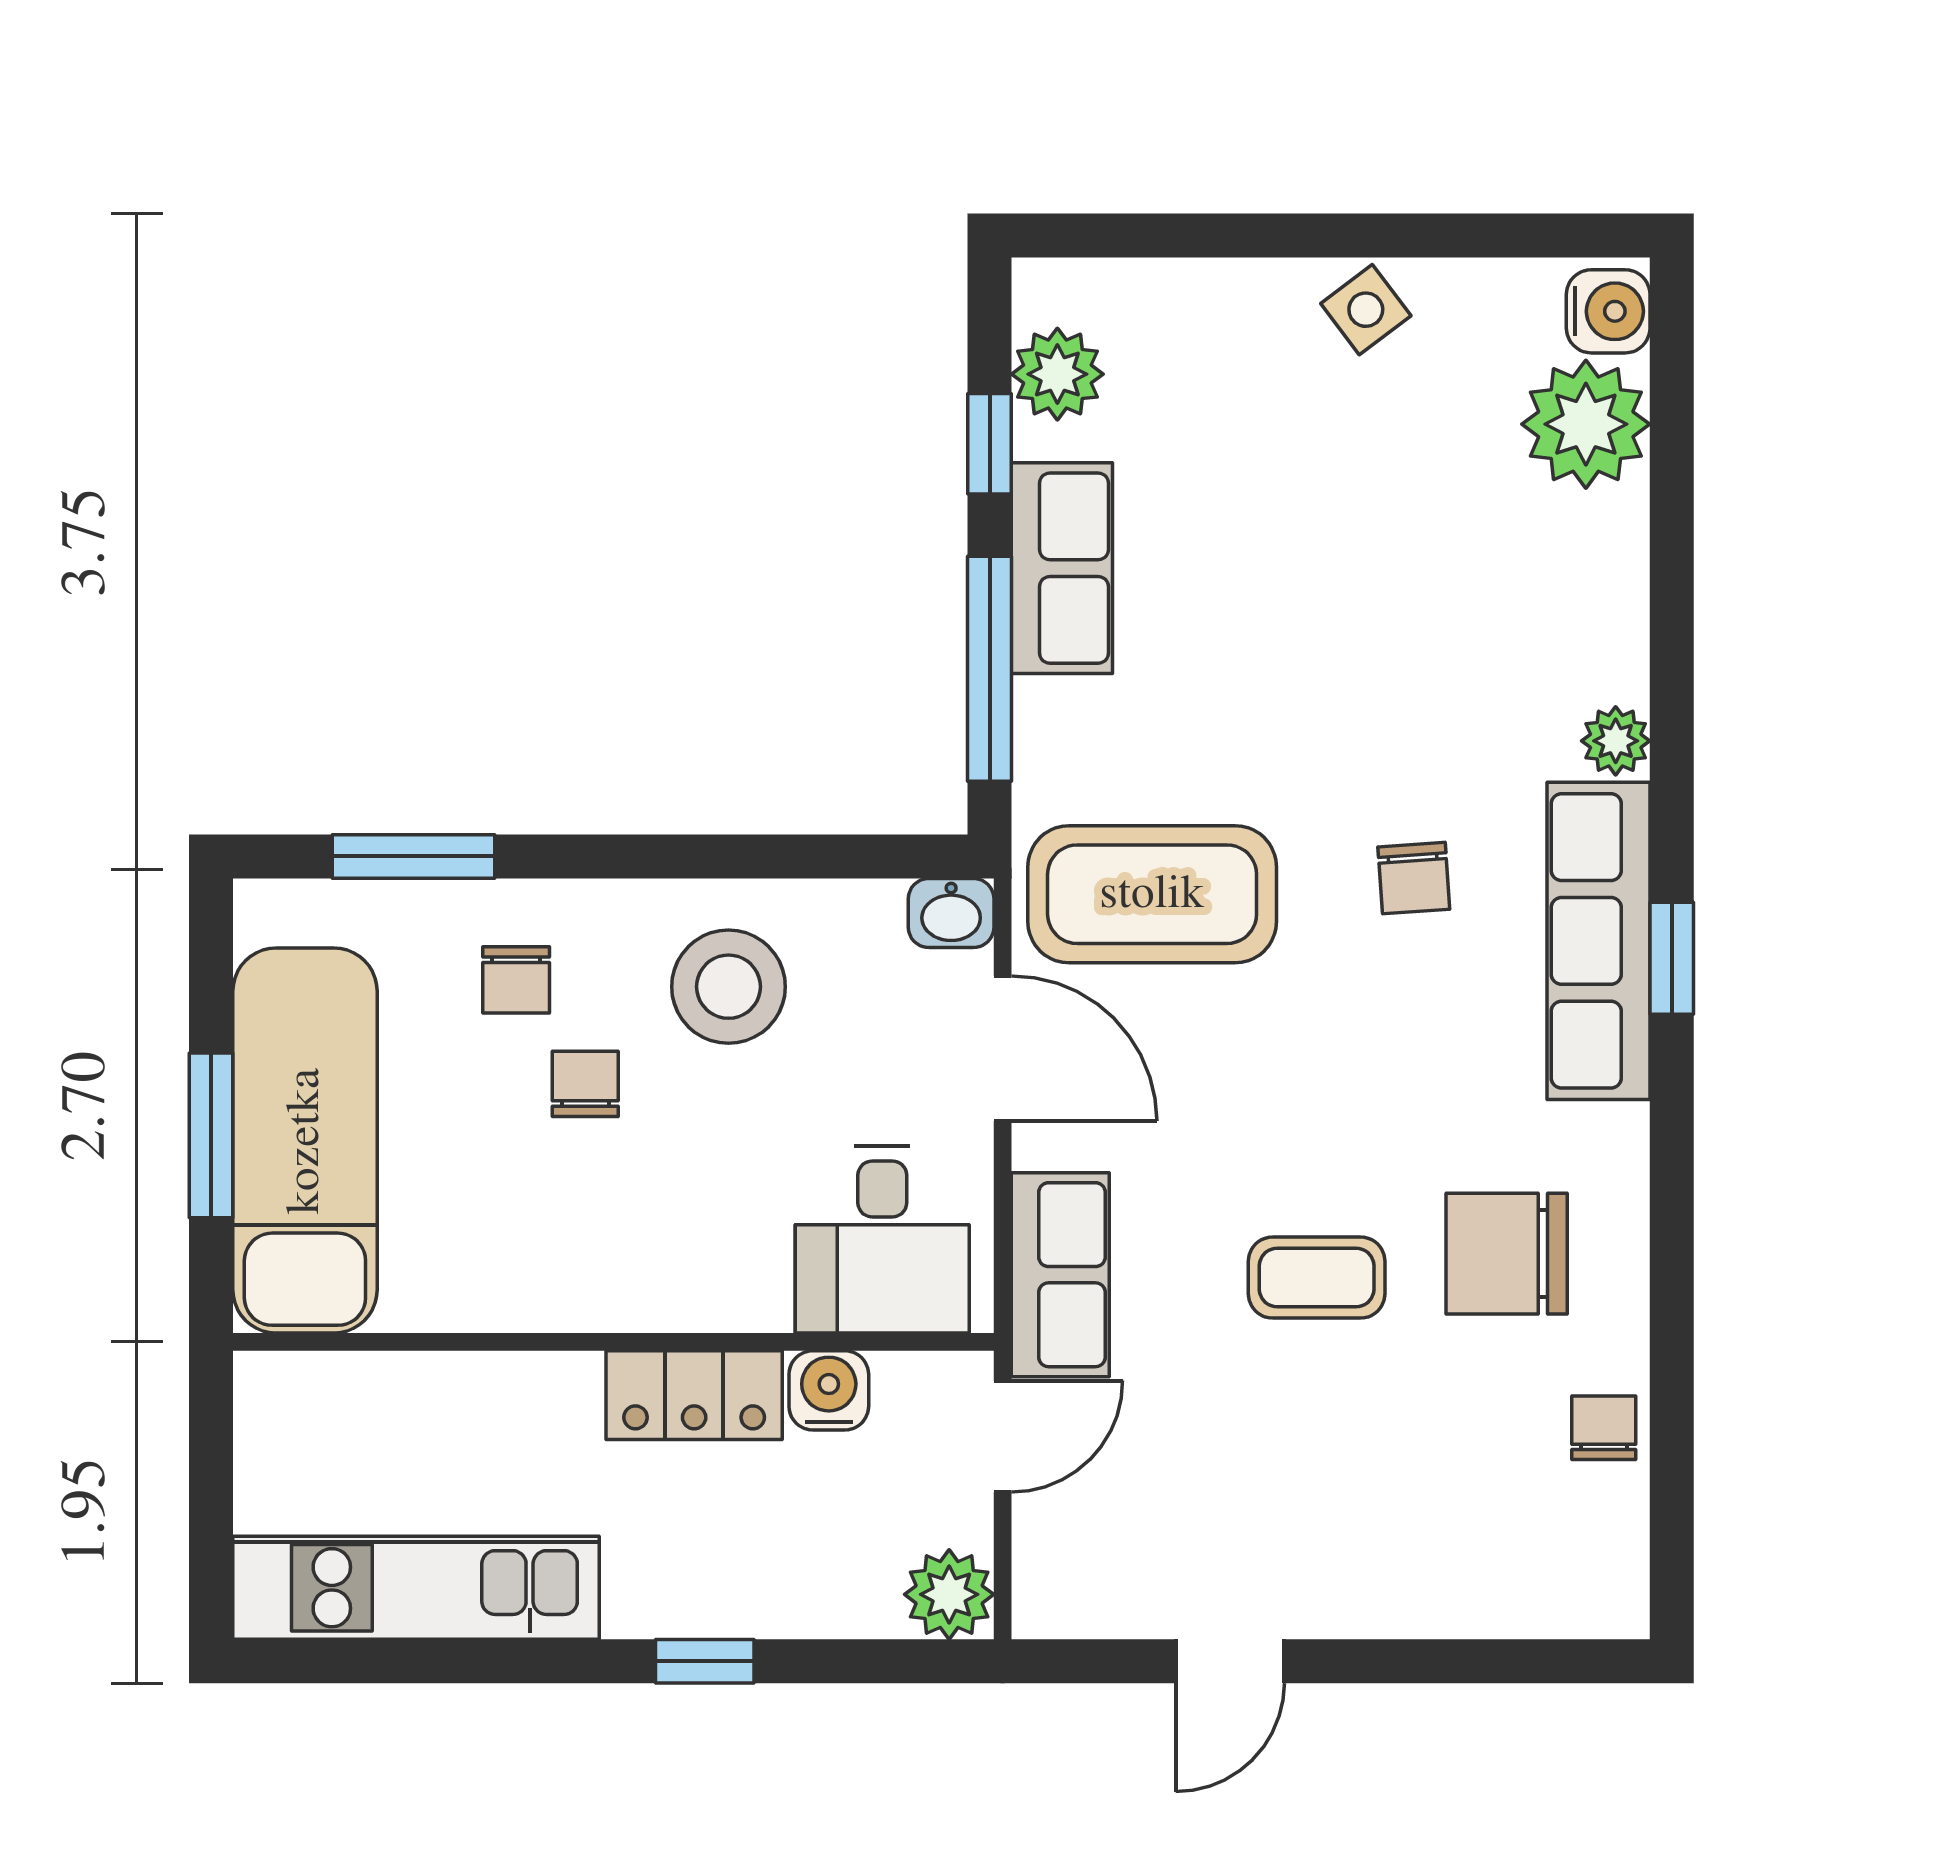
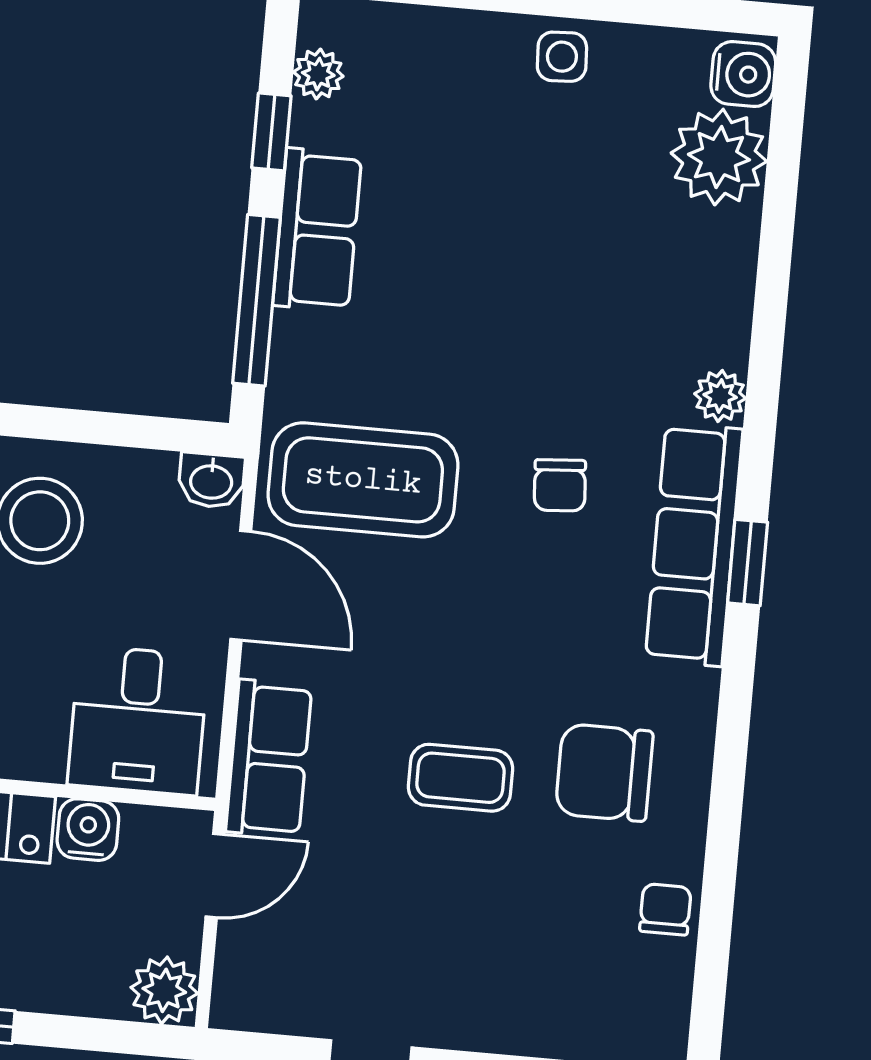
side table: (1366, 310) -> (562, 57), turned 34
plant: (1057, 374) -> (318, 74), width x0.73, depth x0.73

